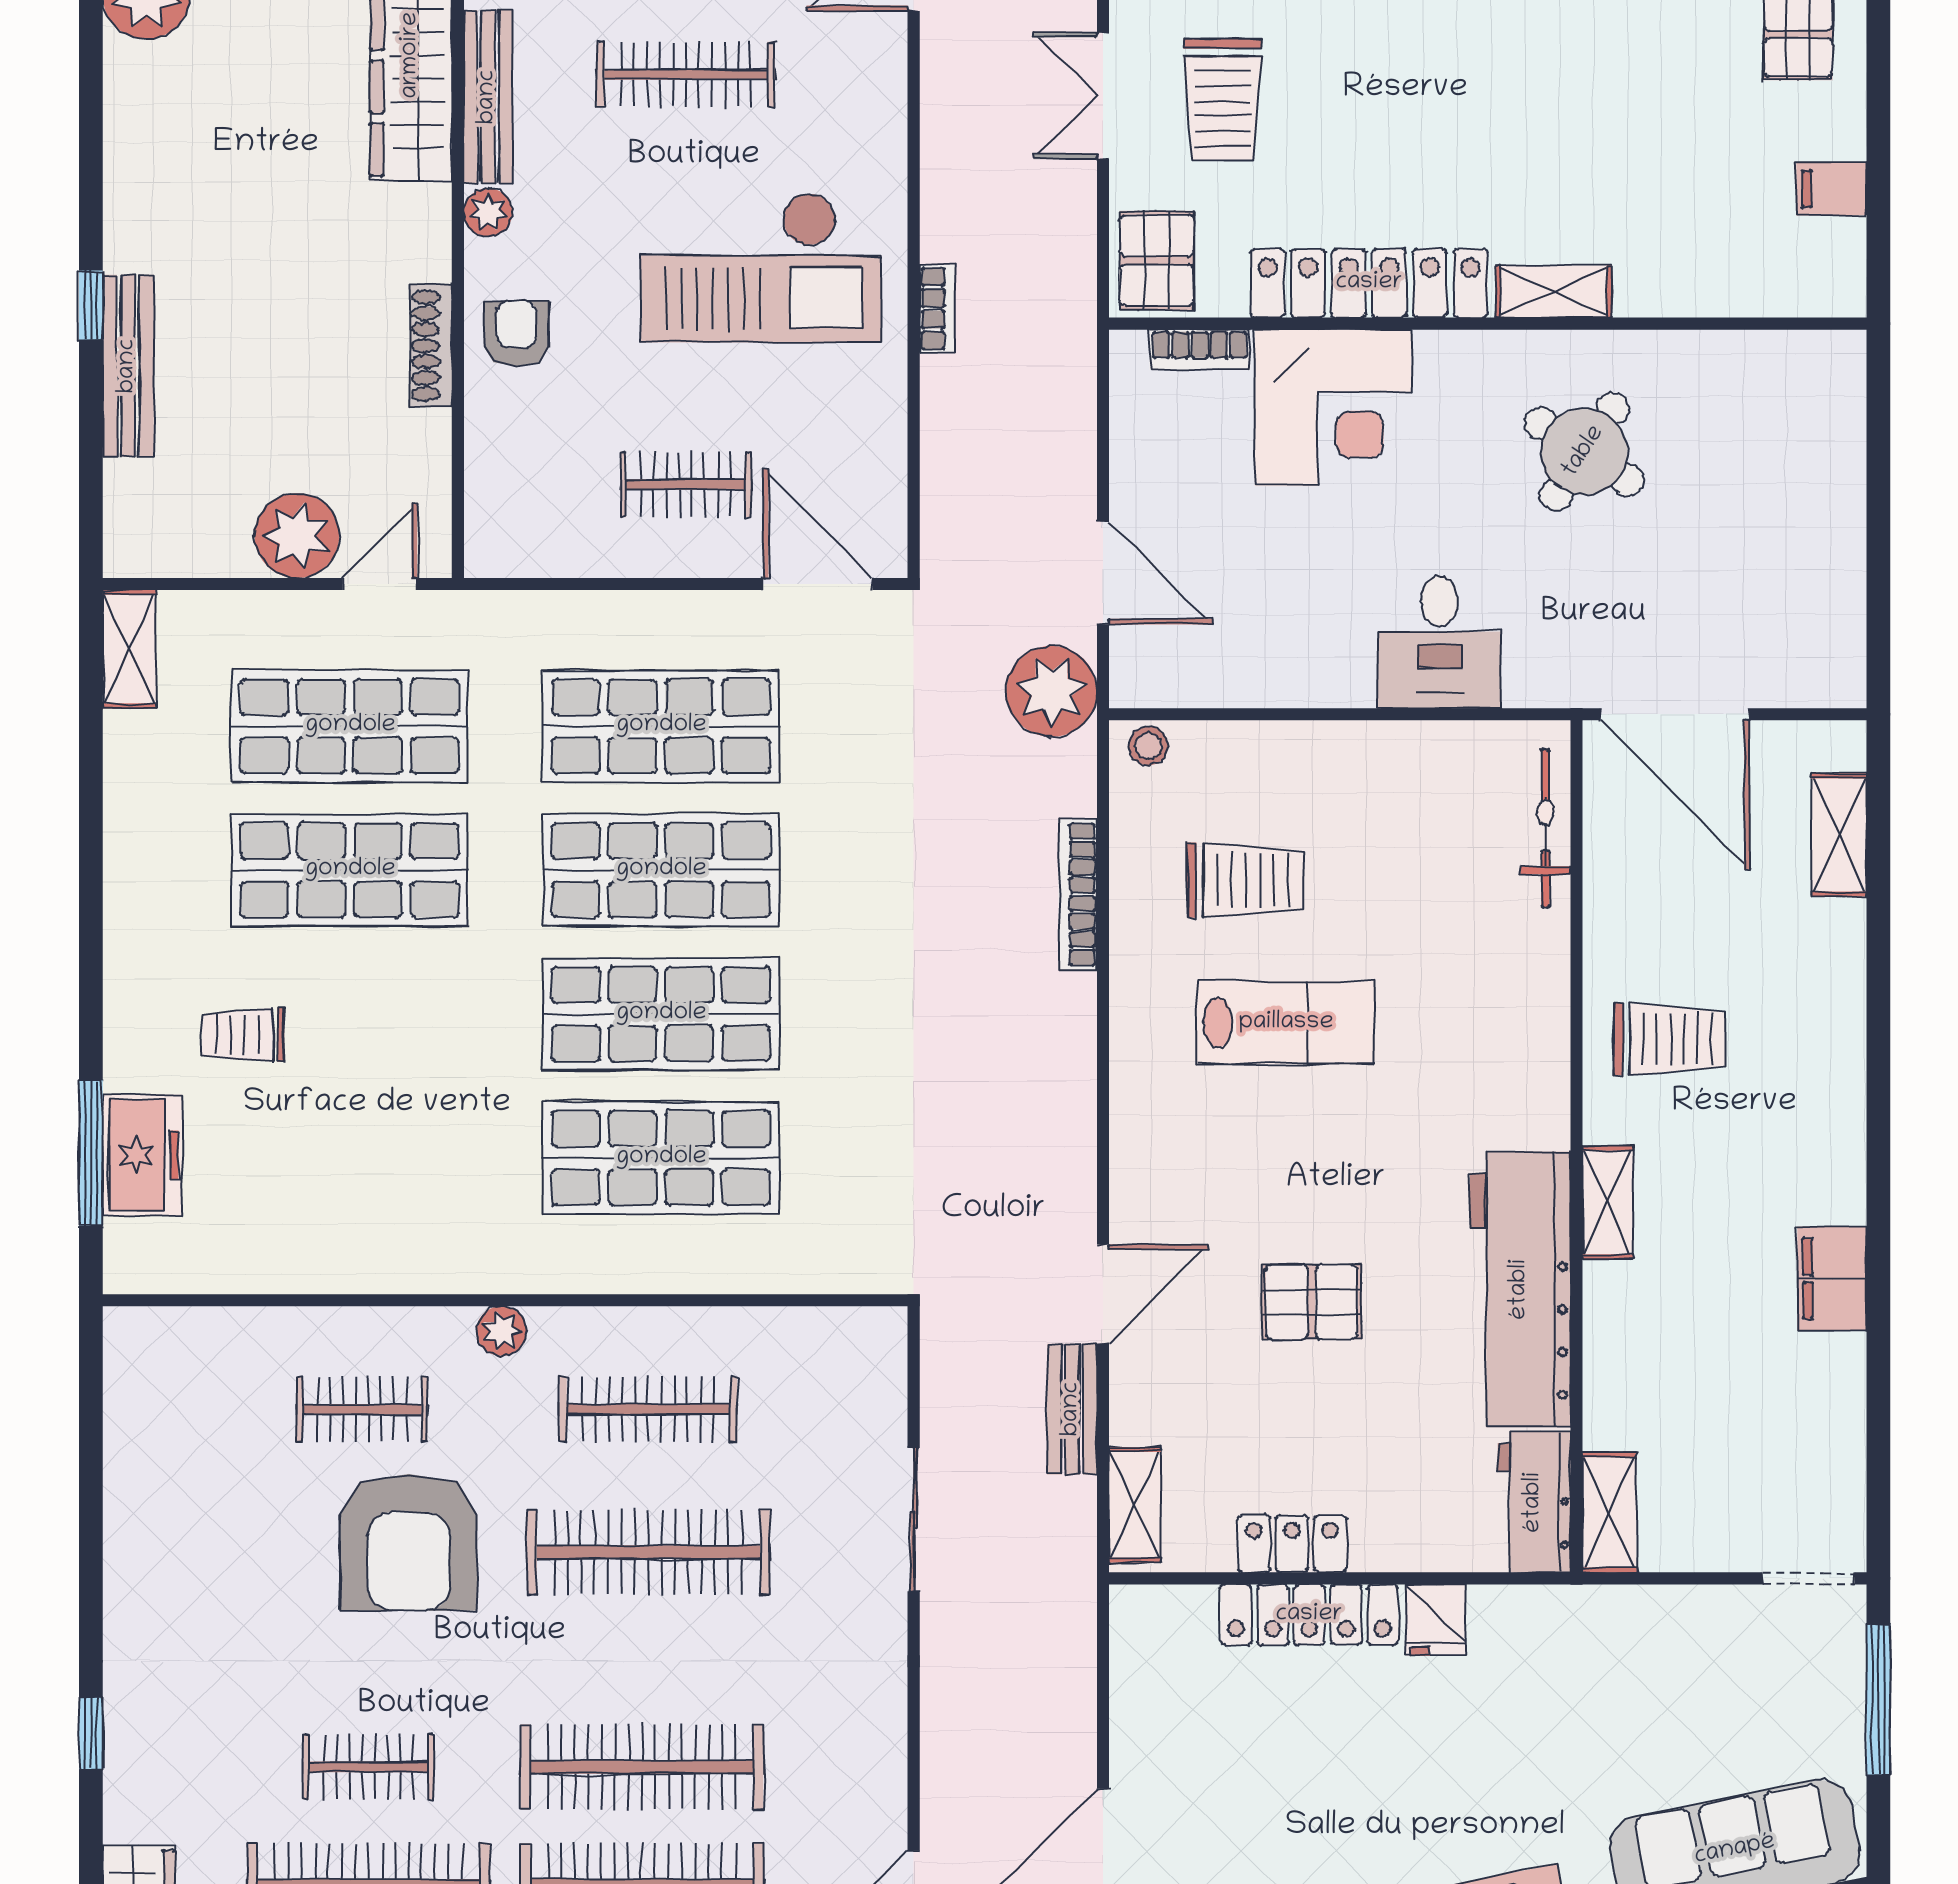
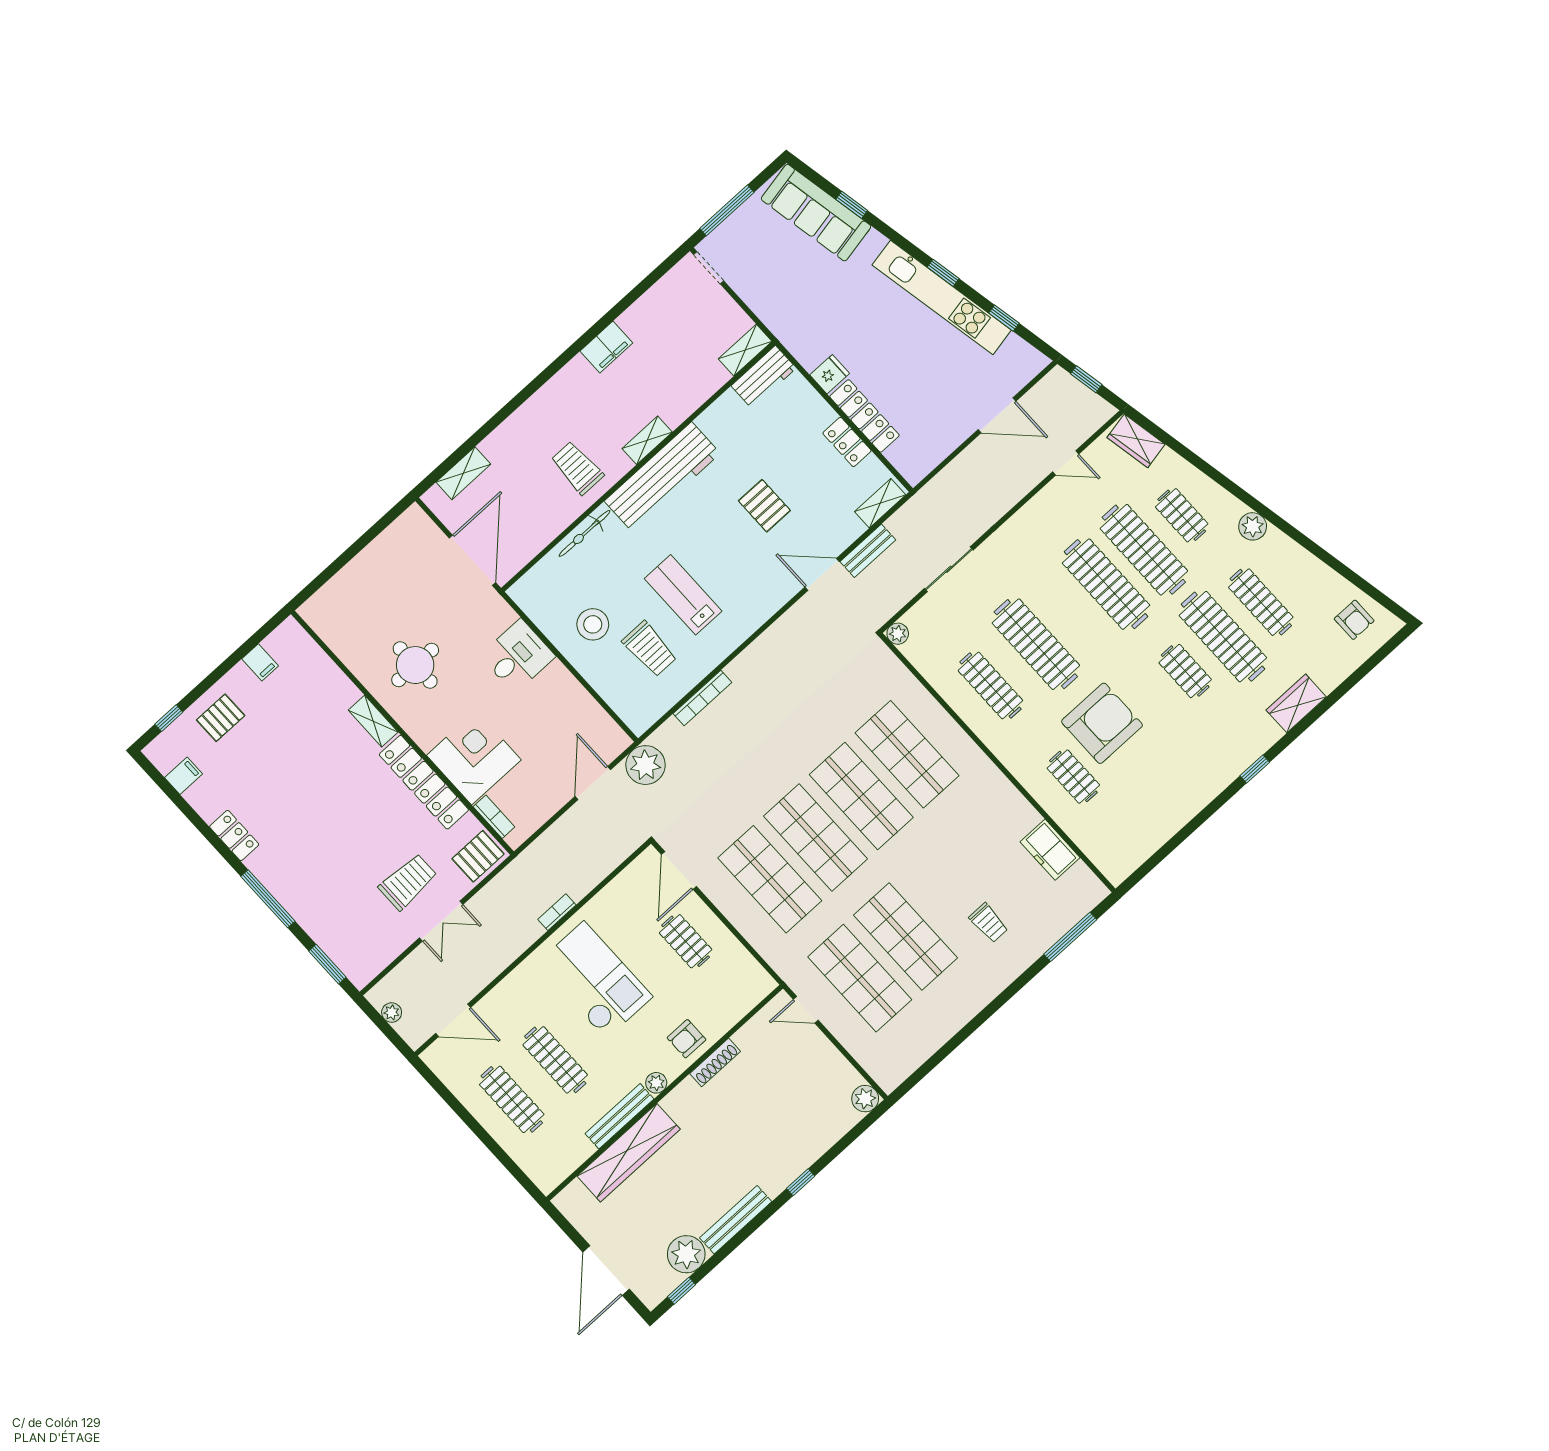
bench: (128, 366) -> (736, 1220), moved
round table: (1584, 452) -> (415, 665), turned -33
plant: (297, 536) -> (865, 1099), moved, width x0.73, depth x0.73
shelving: (129, 649) -> (899, 1071), removed
stool: (1148, 746) -> (593, 624), moved, width x1.89, depth x1.89
bicycle: (1545, 828) -> (585, 533), moved
trolley: (1245, 880) -> (650, 649), turned 180
freezer: (142, 1155) -> (1050, 850), moved, turned -90
workbench: (1520, 1289) -> (662, 477), moved
plant: (501, 1331) -> (898, 634), moved

